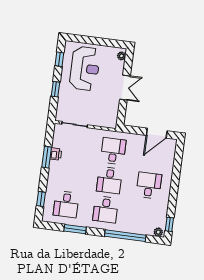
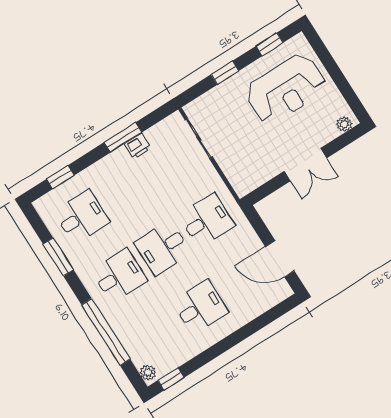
desk: (66, 204) -> (82, 217), turned 180
desk: (106, 209) -> (119, 276), turned 180

